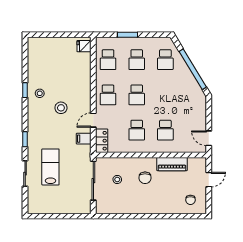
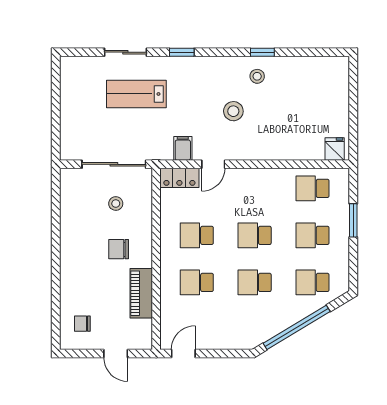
school desk: (108, 95) -> (255, 282), moved
door: (93, 120) -> (213, 164), swing flipped
lab bench: (50, 167) -> (136, 94), turned 180

